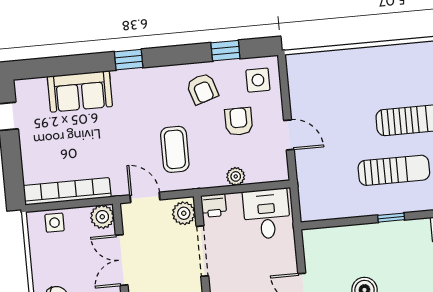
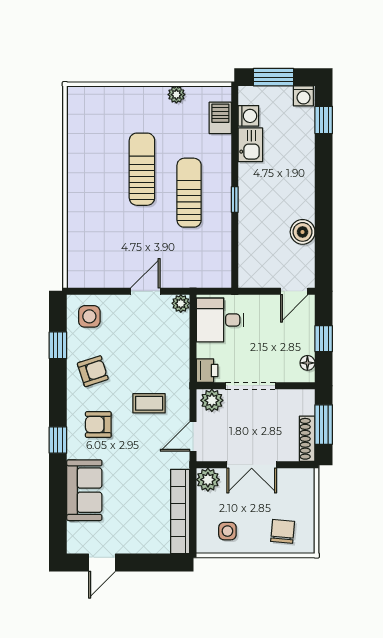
armchair: (239, 121) -> (98, 425), moved
coffee table: (175, 149) -> (149, 403), width x0.73, depth x0.77
plant: (236, 176) -> (181, 303), moved
side table: (55, 223) -> (227, 531), moved

